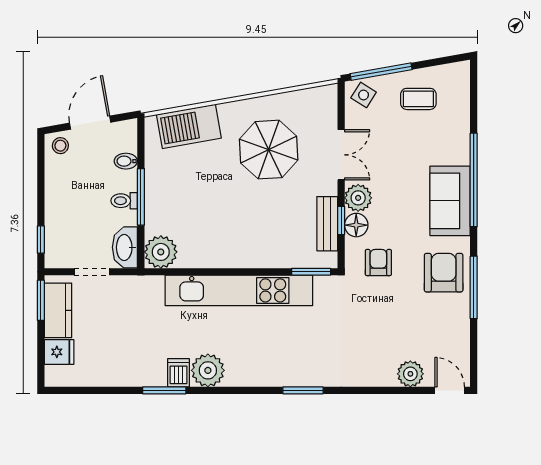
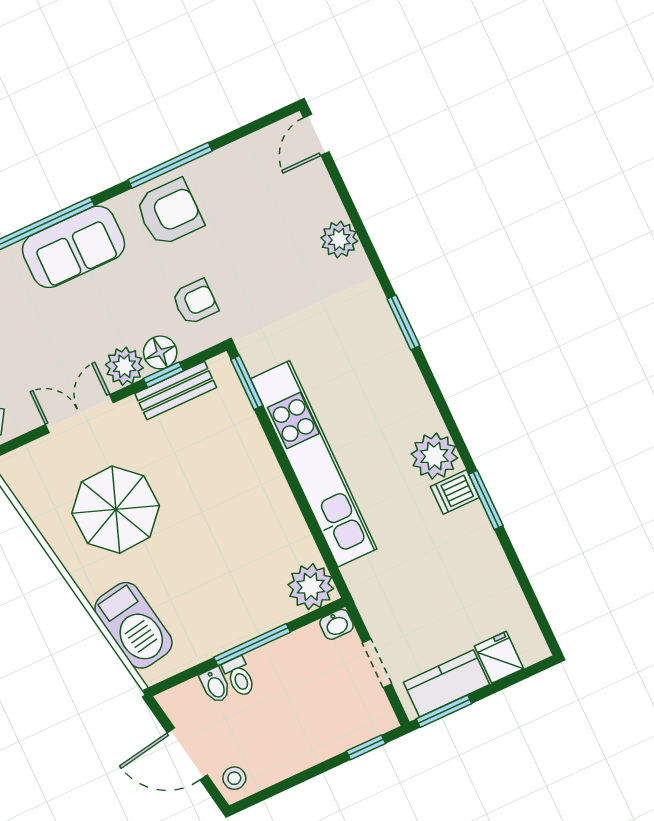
toilet: (124, 201) -> (239, 677), moved
washbasin: (125, 247) -> (337, 624), width x0.52, depth x0.69
armchair: (378, 262) -> (195, 302), turned 180
armchair: (444, 273) -> (169, 212), turned 180
plant: (410, 374) -> (339, 239), moved

